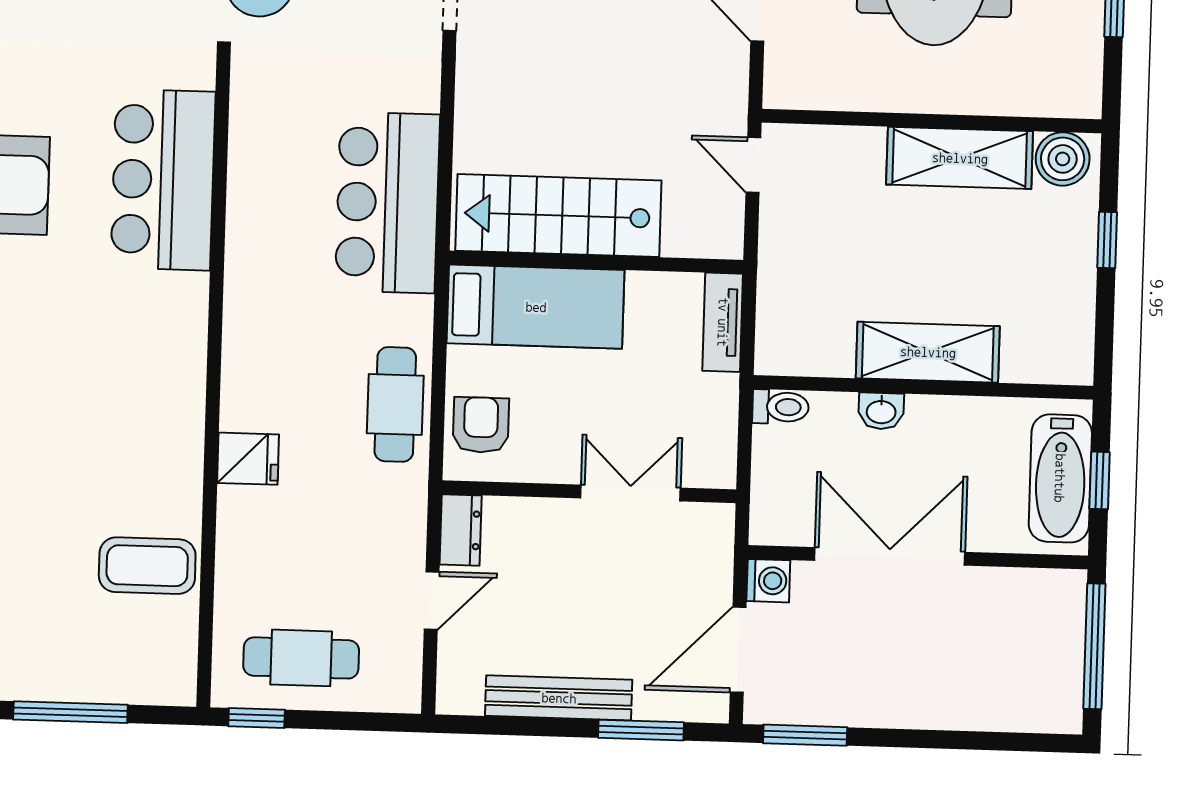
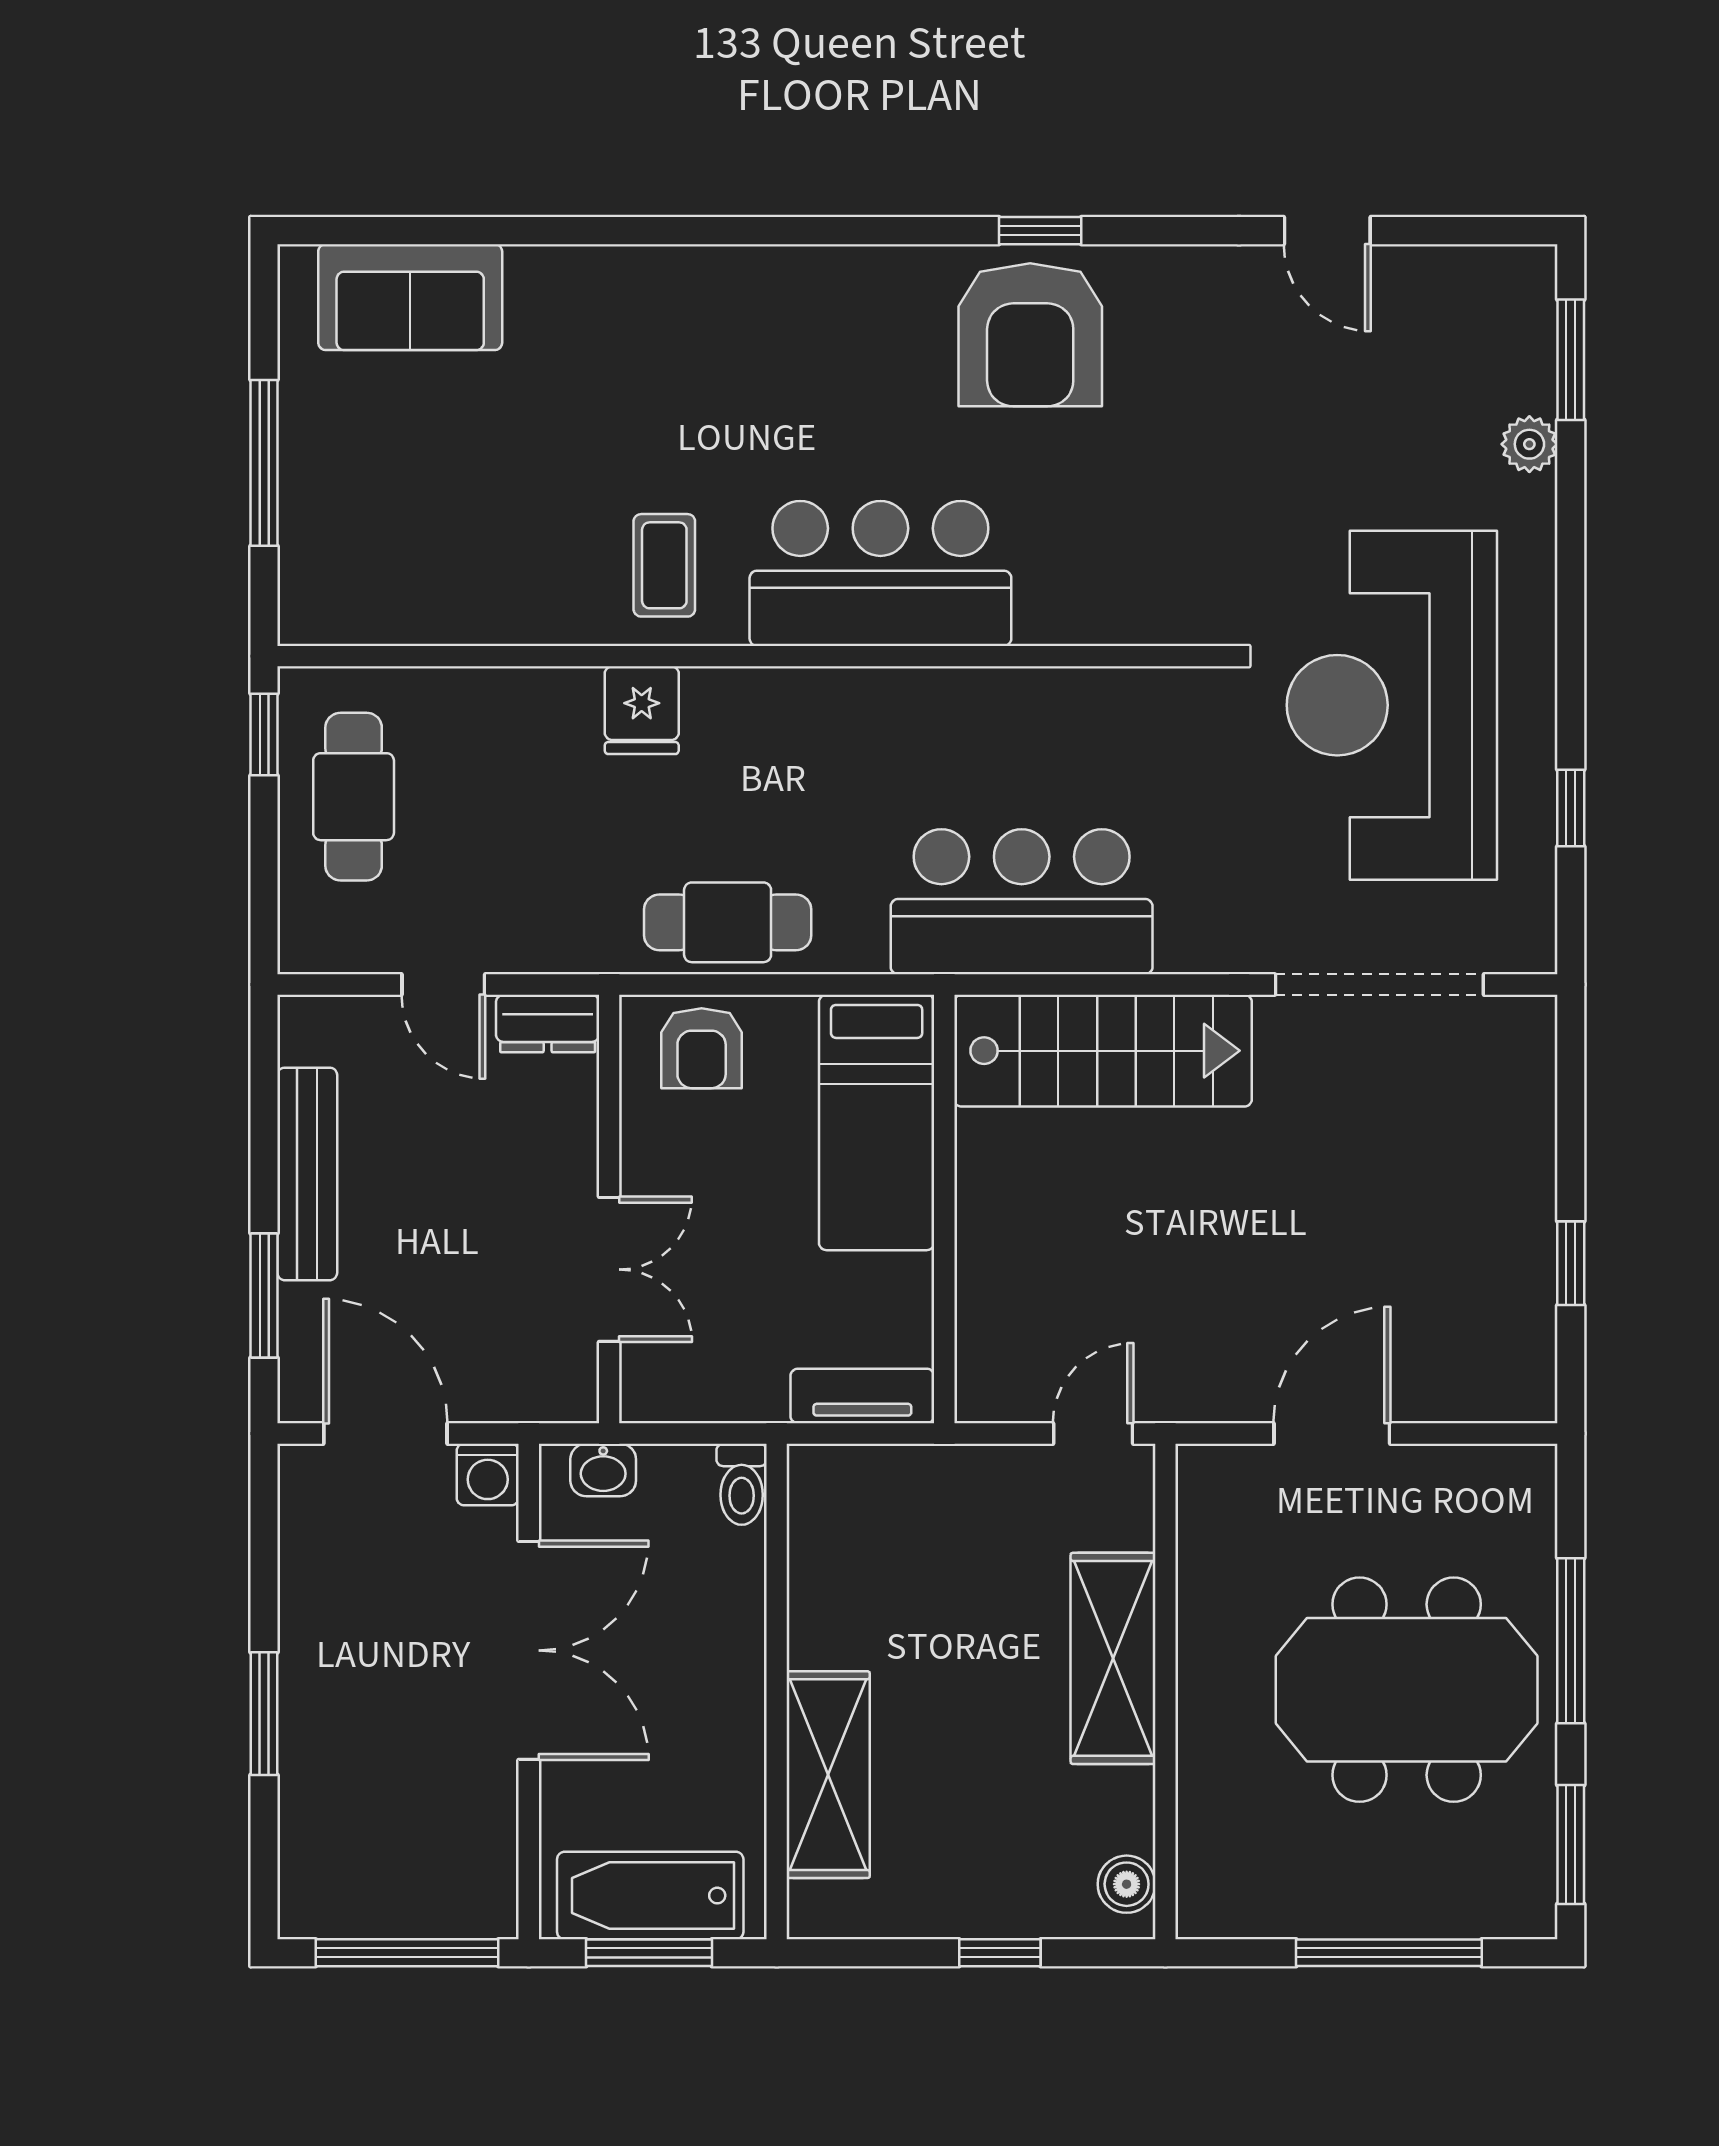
shelving: (960, 158) -> (1113, 1658), moved
boiler: (1063, 159) -> (1127, 1884), width x0.73, depth x0.73
bar counter: (163, 180) -> (880, 573), moved
stairs: (558, 216) -> (1103, 1051), moved, turned 90
shelving: (928, 352) -> (828, 1775), moved
washbasin: (881, 411) -> (603, 1470), moved, turned -90
armchair: (481, 425) -> (702, 1048), turned 90
window: (1100, 480) -> (649, 1953), width x1.50
coffee table: (147, 566) -> (664, 565), moved, width x0.73, depth x0.77
window: (805, 735) -> (264, 1714), moved

